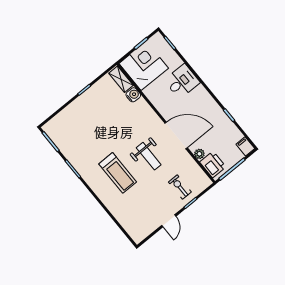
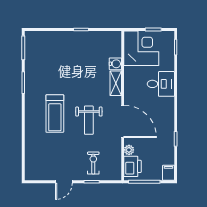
shelving: (121, 79) -> (116, 83), moved

